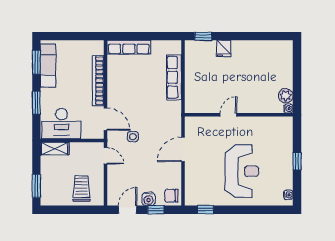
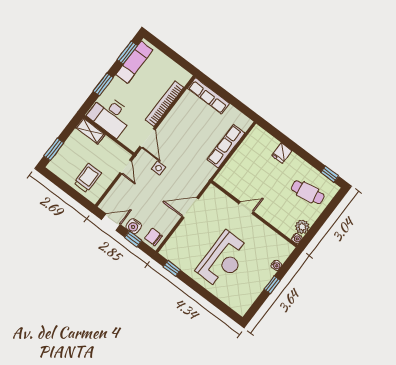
window: (203, 36) -> (330, 174), moved
cafe table: (269, 64) -> (308, 192), added
water cooler: (288, 195) -> (276, 265), moved

